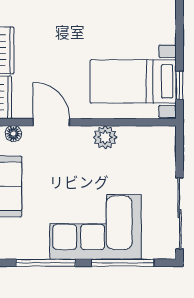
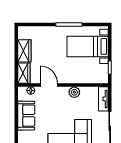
bed with nightstands: (133, 81) -> (88, 46), moved
tv unit: (166, 151) -> (103, 99), added

